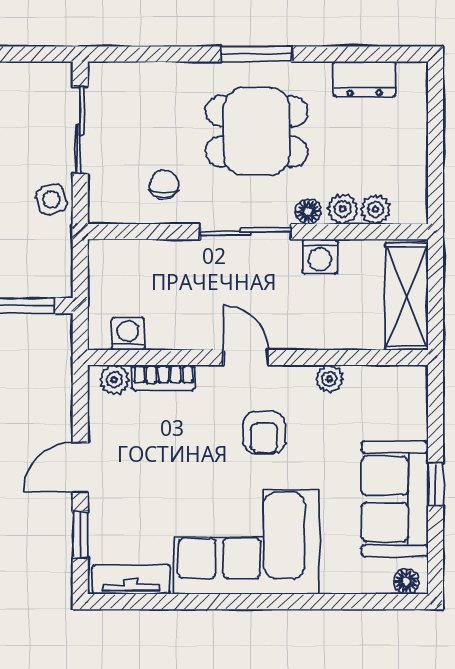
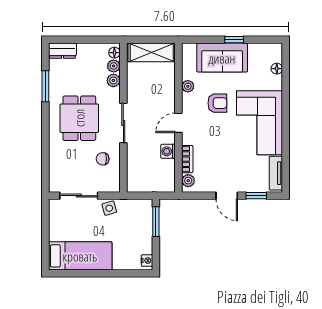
window: (256, 54) -> (45, 86), moved
dresser: (364, 79) -> (62, 51), moved, turned 90
floor lamp: (308, 211) -> (114, 53), moved
washing machine: (320, 257) -> (134, 90), removed
washing machine: (128, 334) -> (168, 151), moved
armchair: (264, 433) -> (217, 103), moved
sofa: (395, 499) -> (222, 58), moved
floor lamp: (406, 581) -> (277, 69), moved

